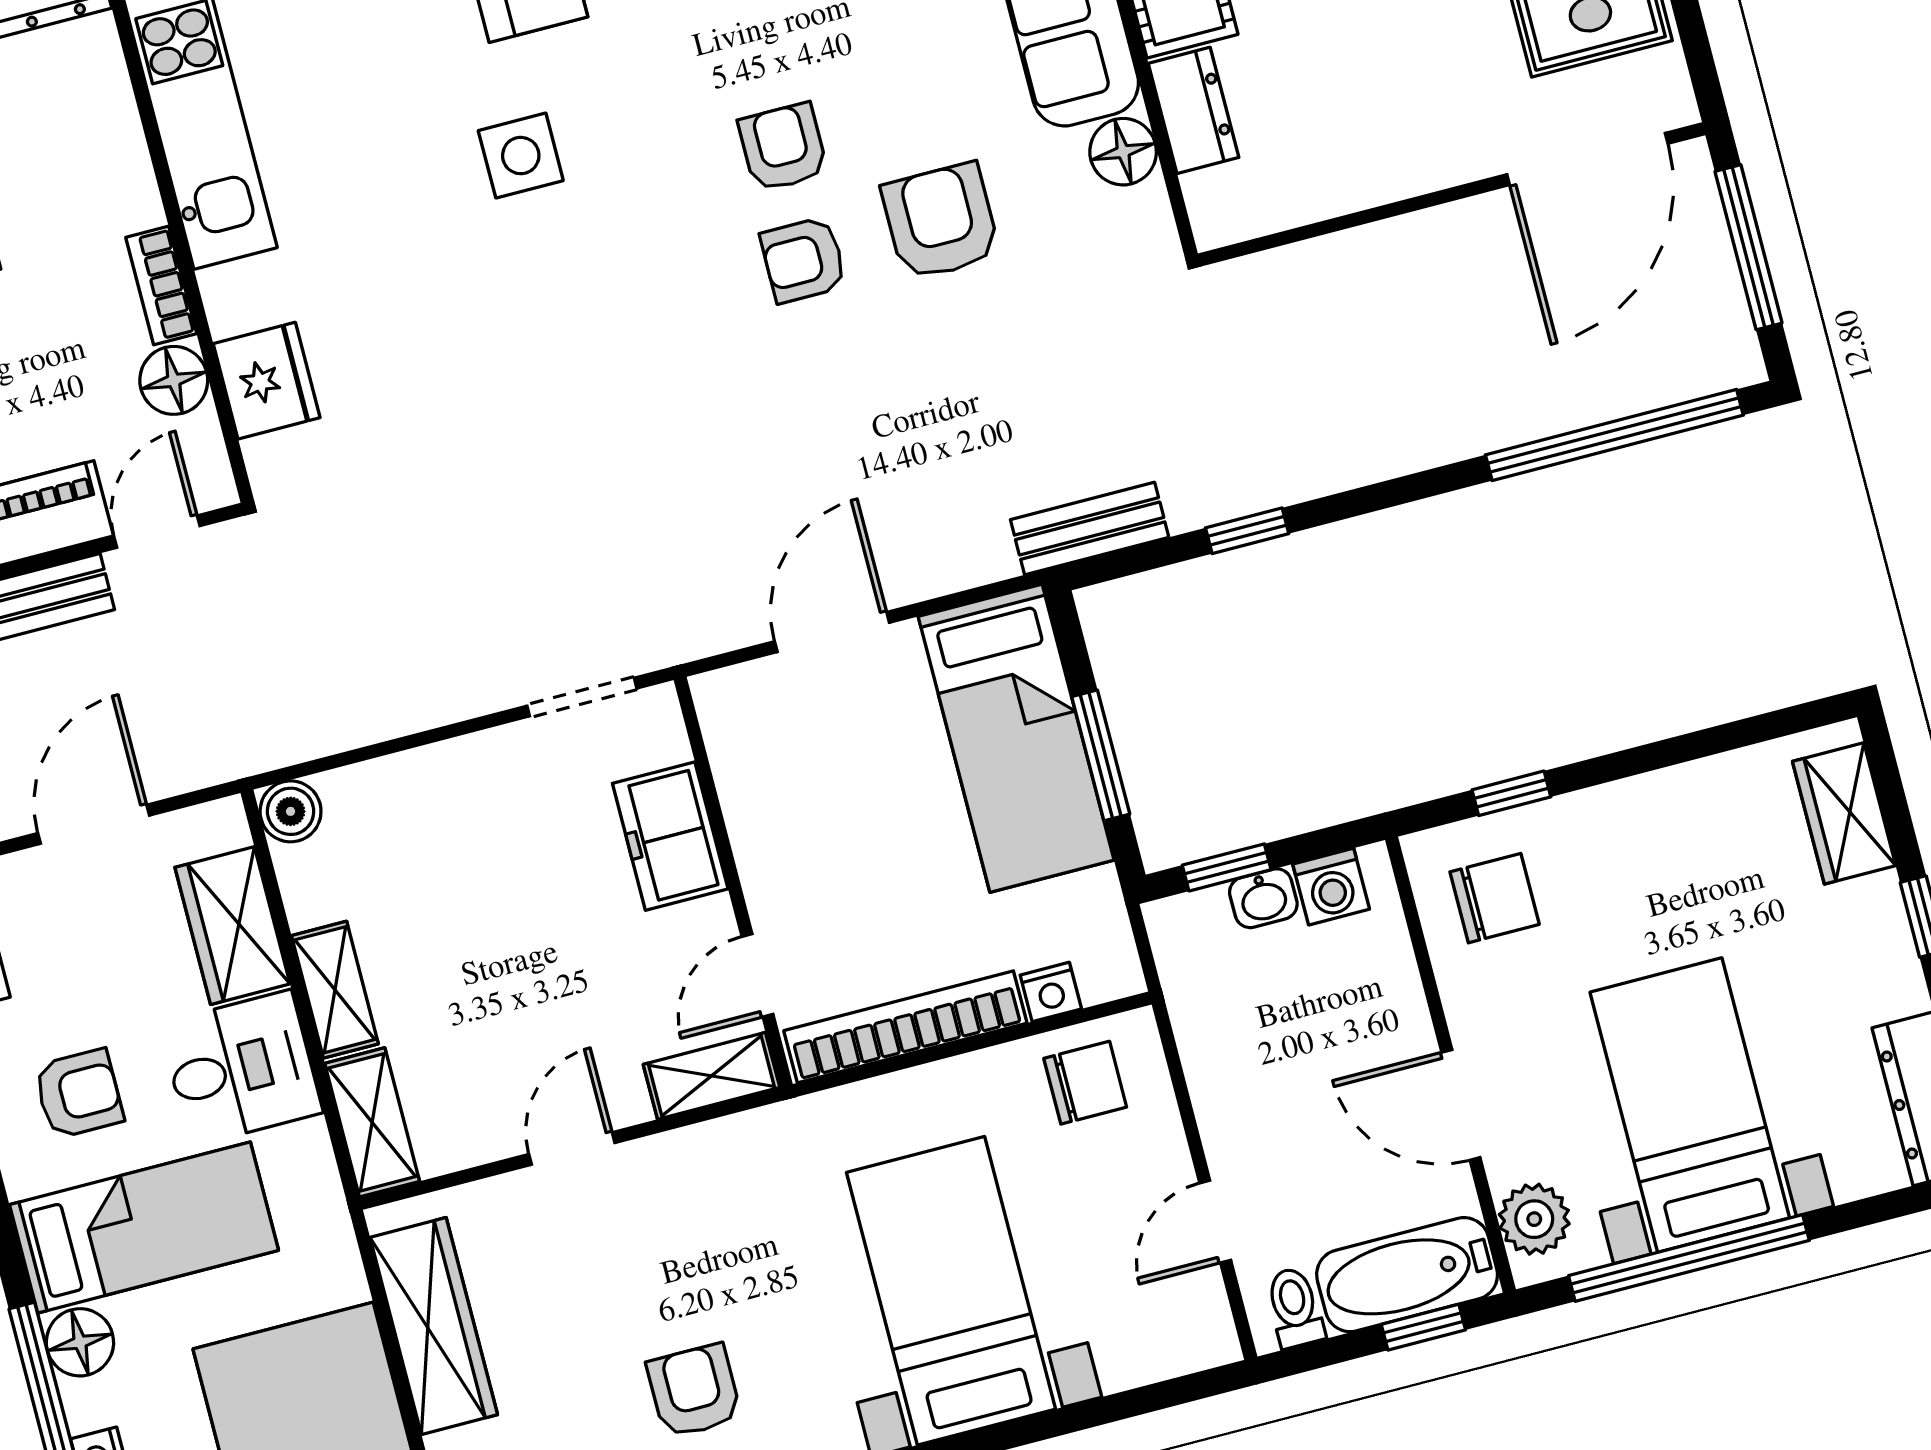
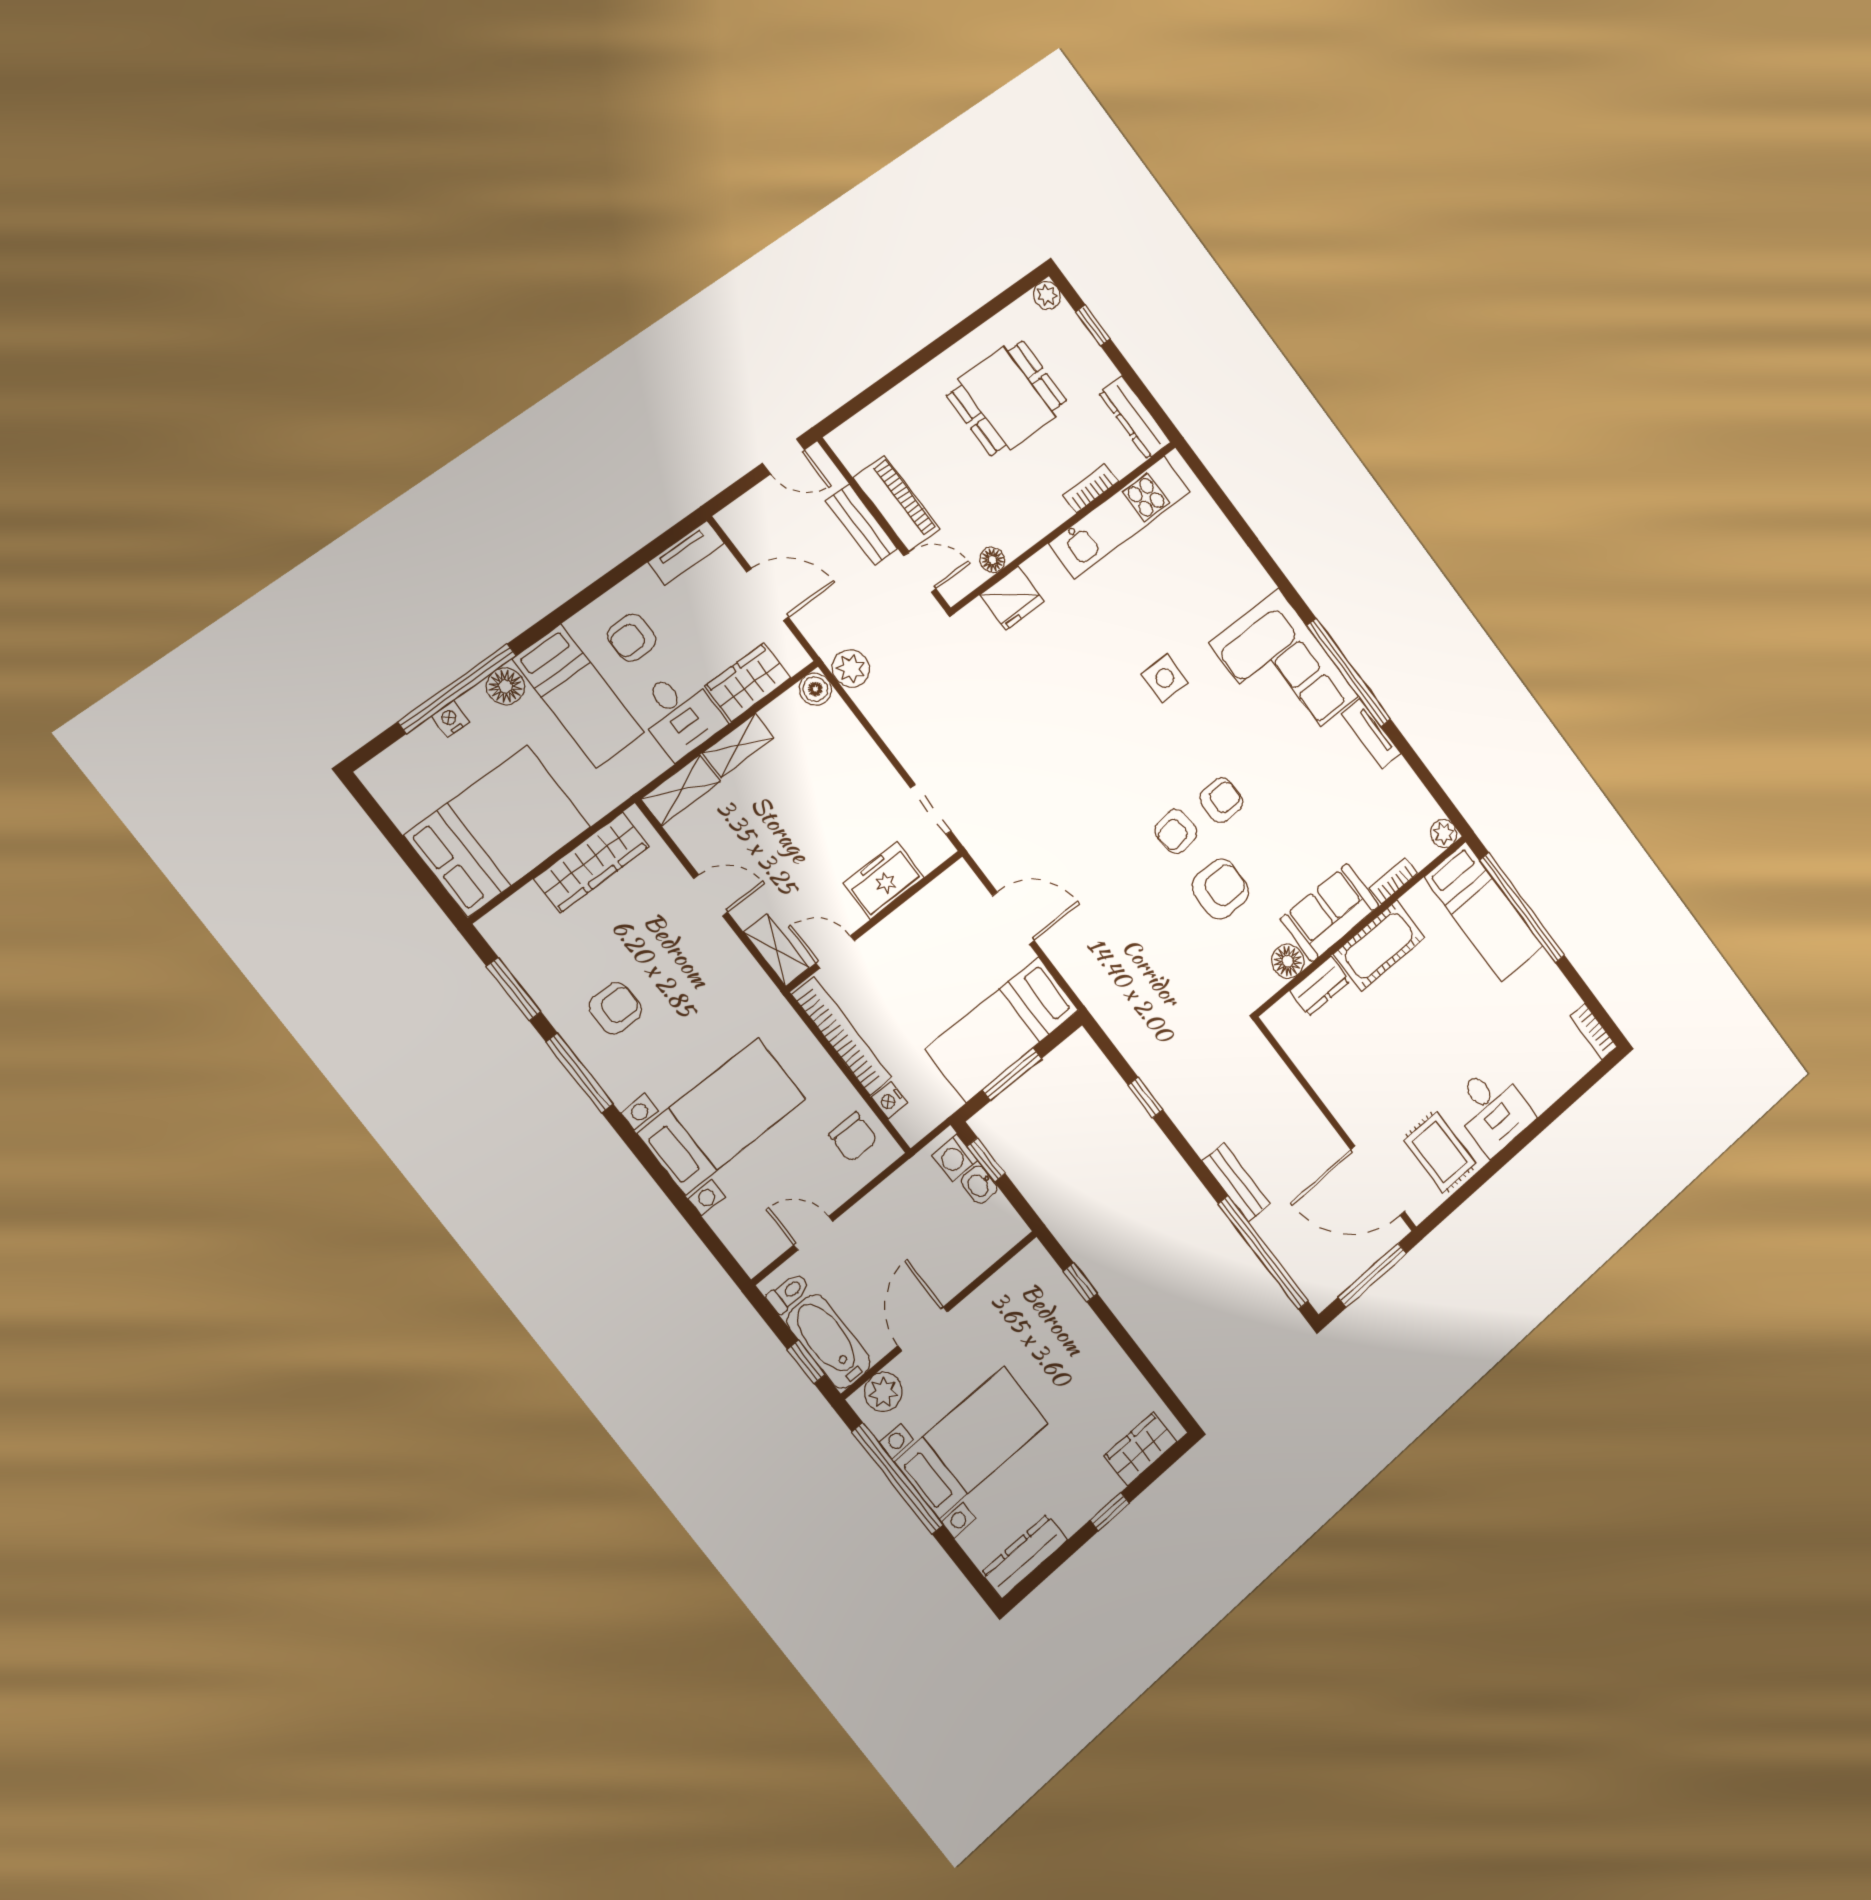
armchair: (803, 260) -> (1176, 831), turned -97
bookcase: (161, 286) -> (1090, 488), moved
floor lamp: (174, 380) -> (992, 560), width x0.73, depth x0.73
bench: (1090, 528) -> (1236, 1182), moved
plant: (279, 732) -> (851, 669), added
washing machine: (1331, 887) -> (955, 1158), moved
chair: (1495, 898) -> (1028, 1298), removed
armchair: (79, 1094) -> (632, 638), turned 90

